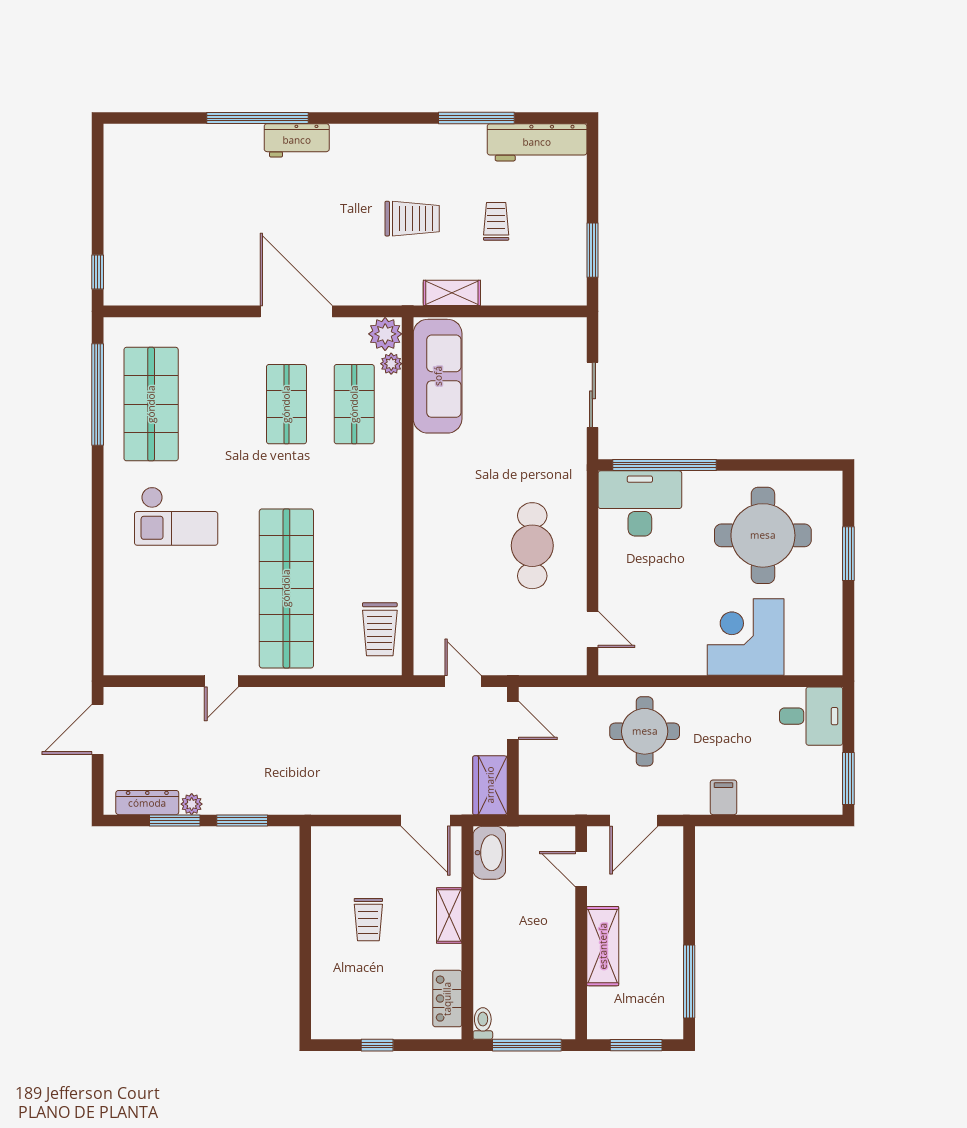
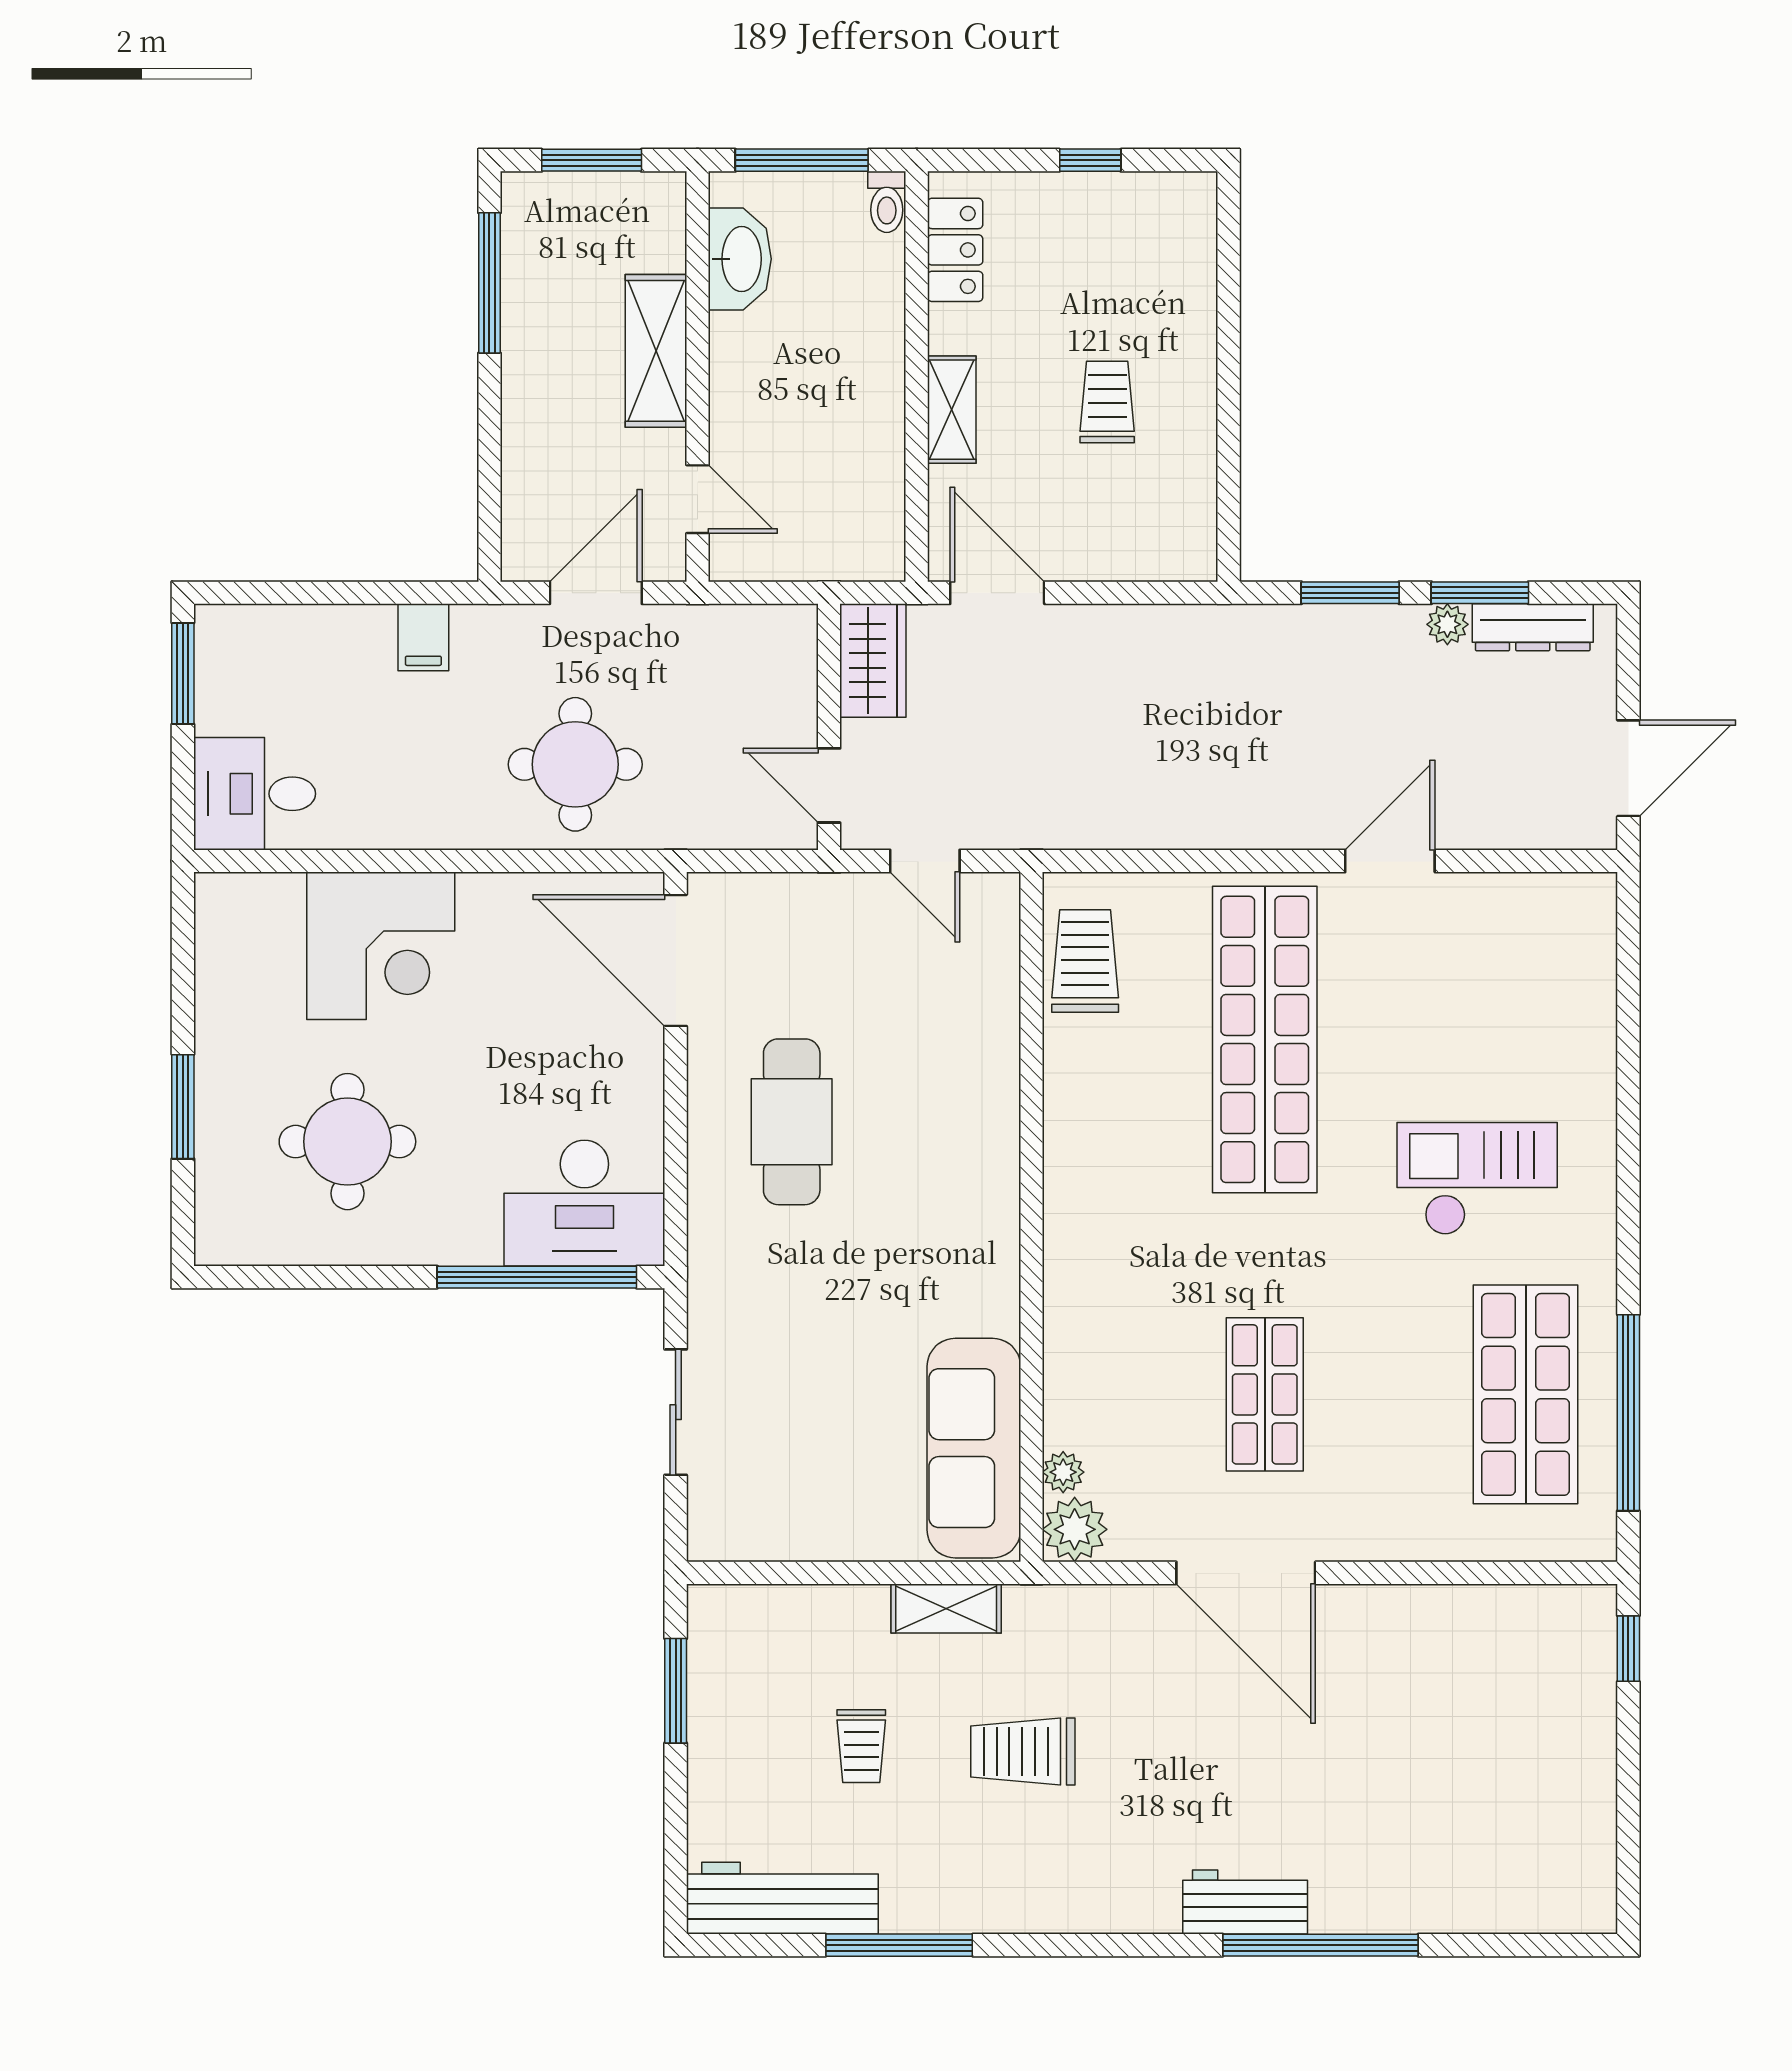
shop shelf: (354, 404) -> (1134, 1394), removed
round table: (763, 535) -> (347, 1142), width x0.73, depth x0.73
door: (592, 629) -> (676, 960), width x1.87
door: (221, 681) -> (1390, 861), width x1.38
washbasin: (489, 853) -> (740, 259), moved, turned 180

